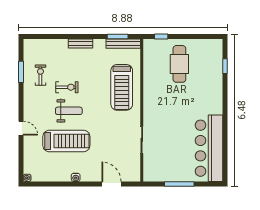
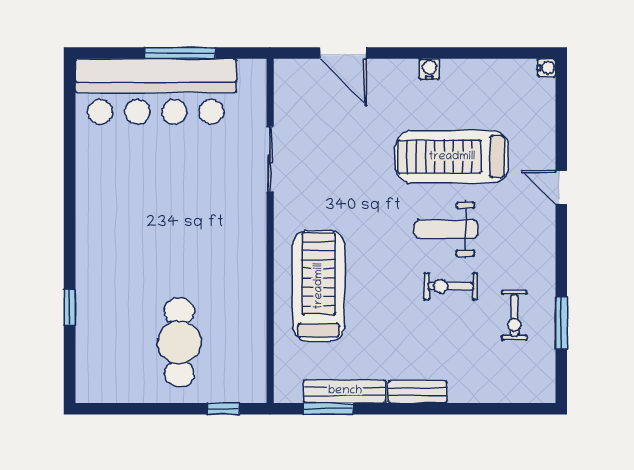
bench: (123, 44) -> (345, 391), moved
window: (225, 66) -> (70, 308), moved
bar counter: (209, 148) -> (156, 91), moved, turned 90

